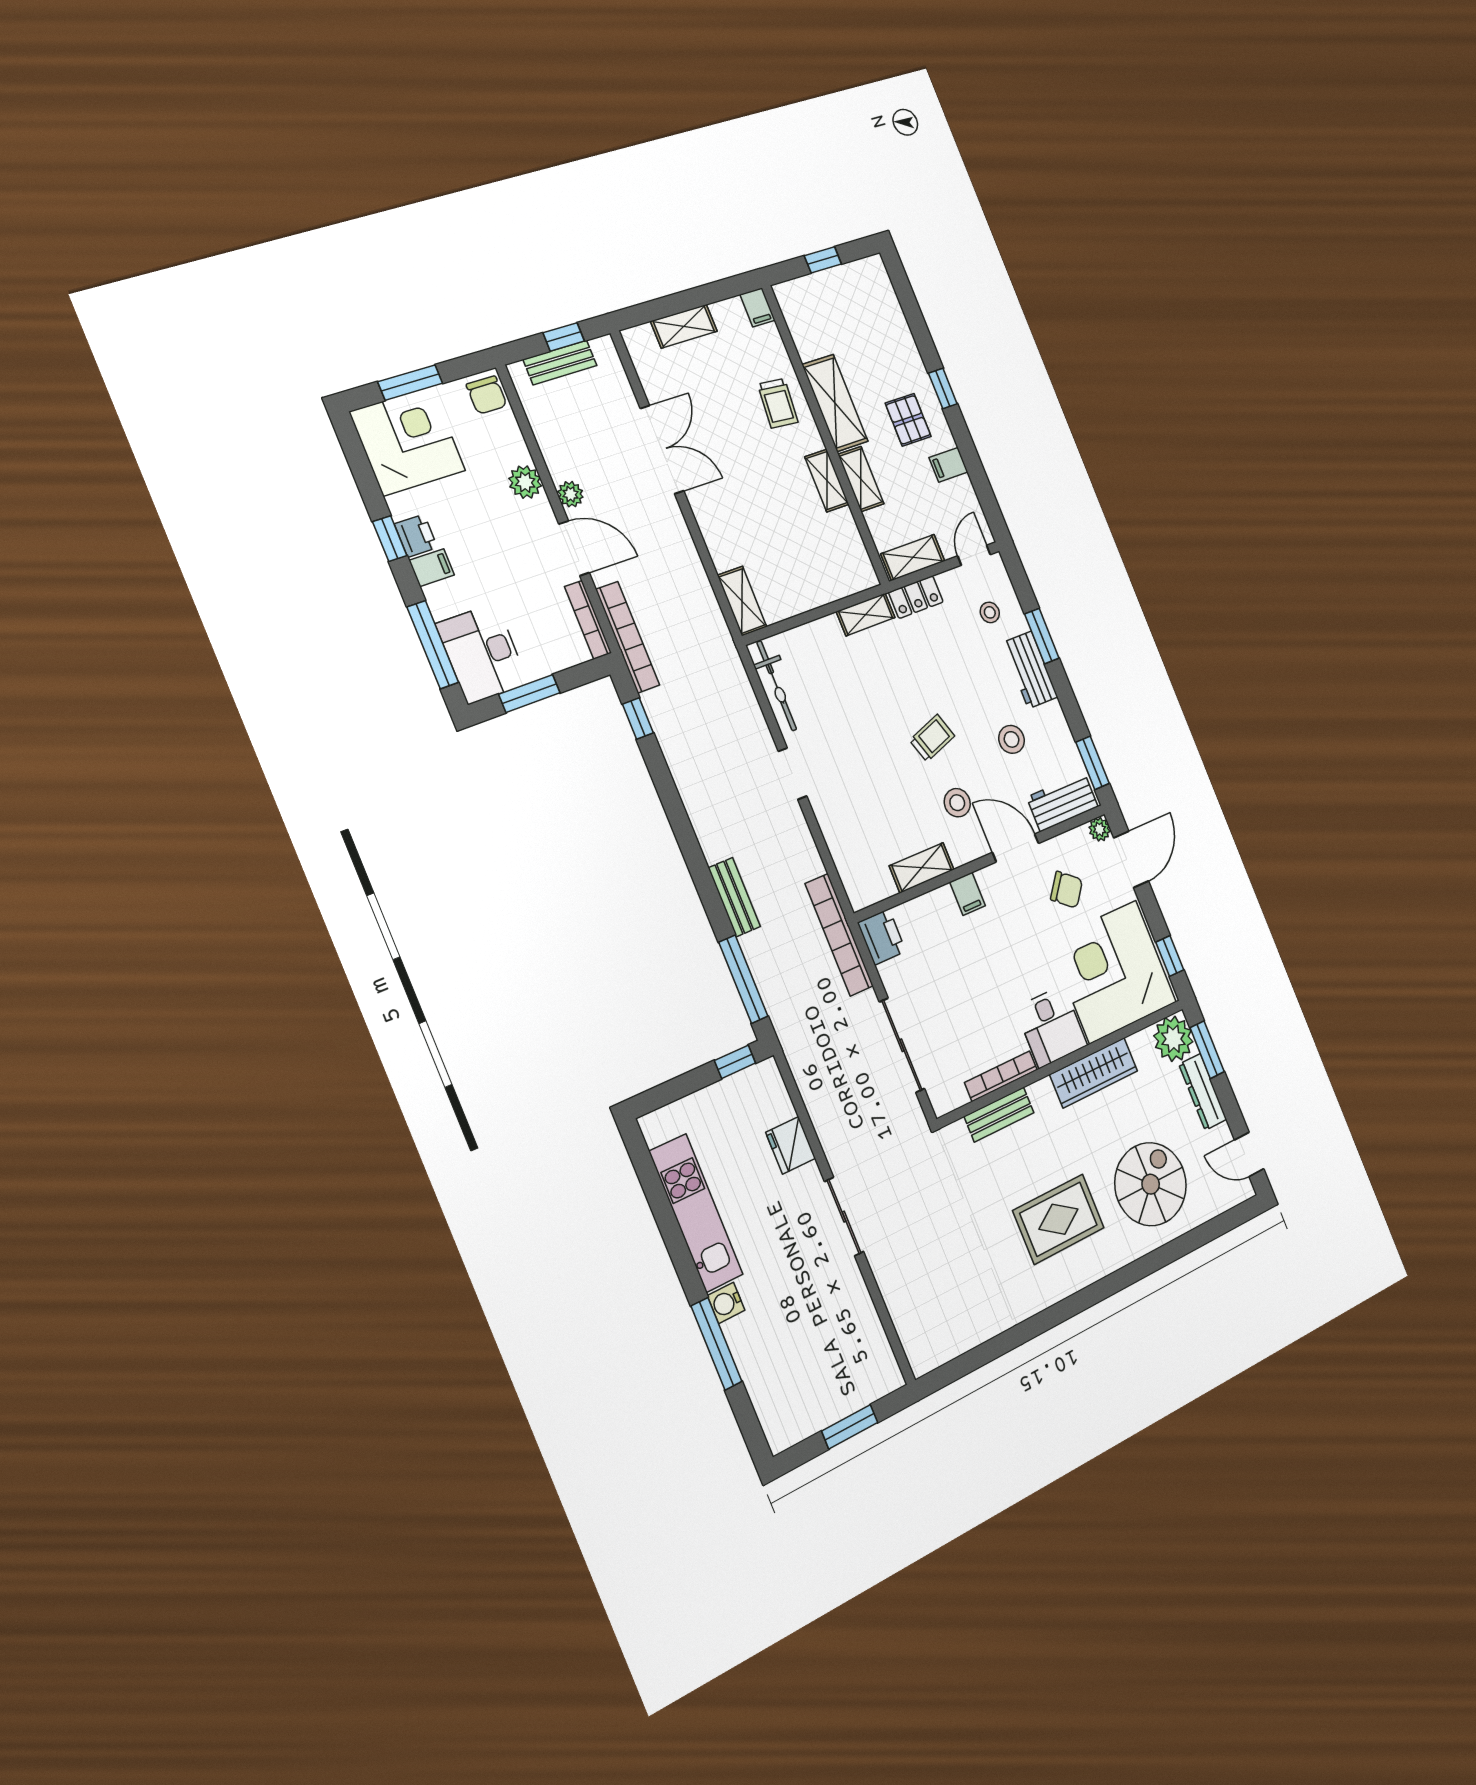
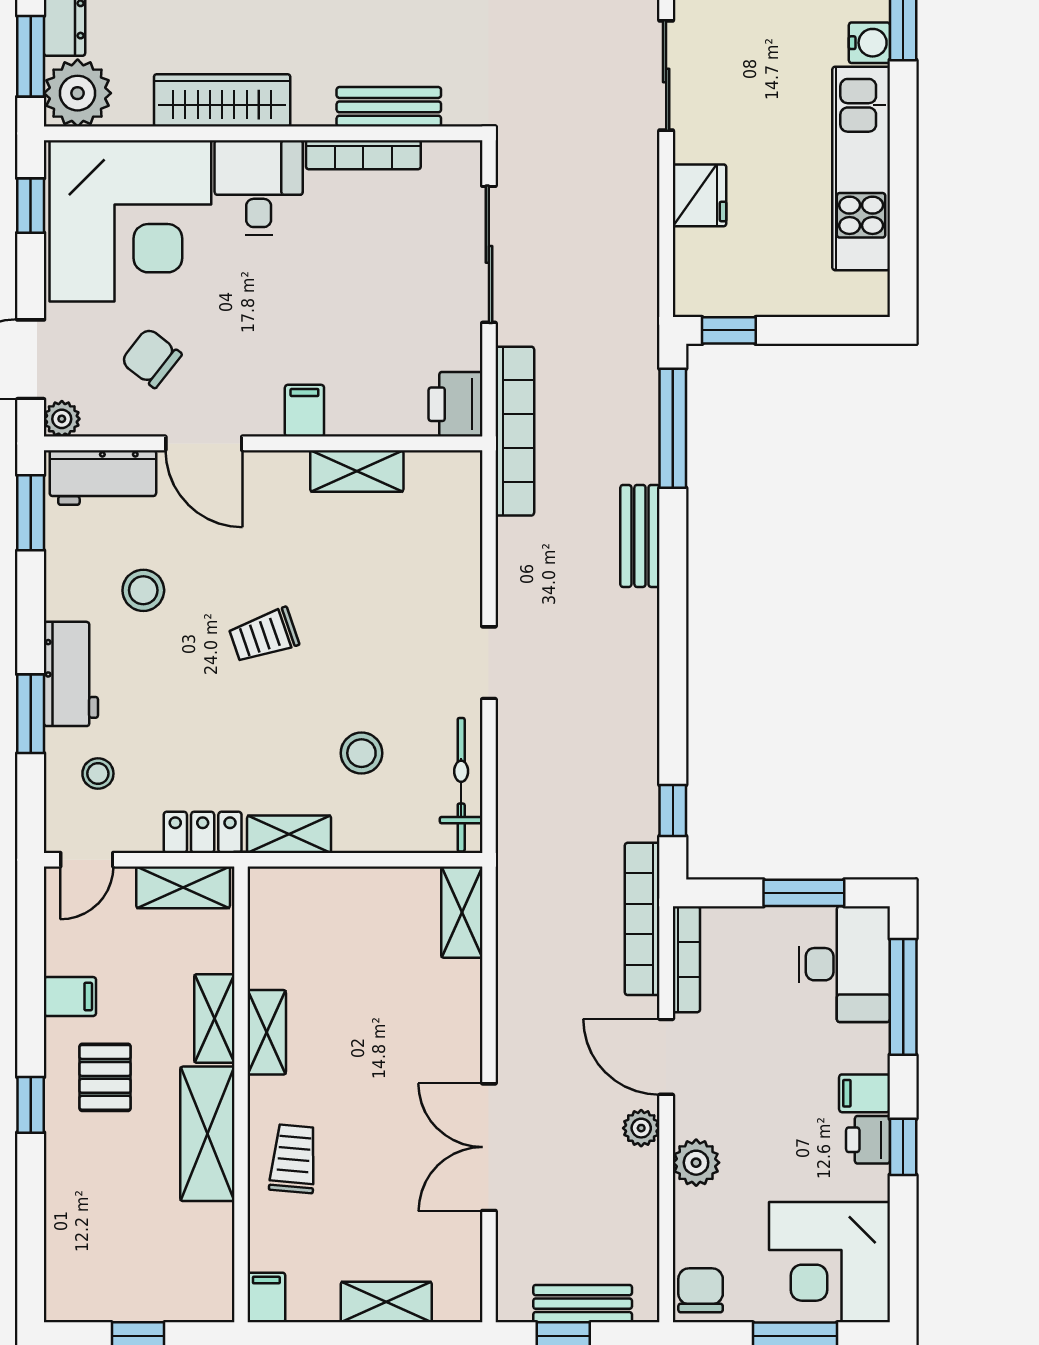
stool: (957, 803) -> (361, 753), moved

